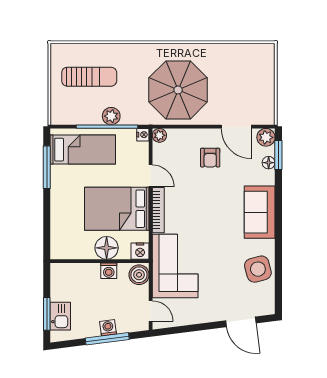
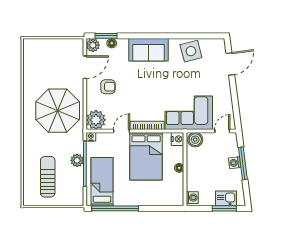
plant: (159, 135) -> (96, 120), width x1.87, depth x1.87
window: (47, 167) -> (115, 208), width x1.46
floor lamp: (107, 248) -> (179, 168), width x0.53, depth x0.53
washing machine: (109, 271) -> (192, 198), moved

